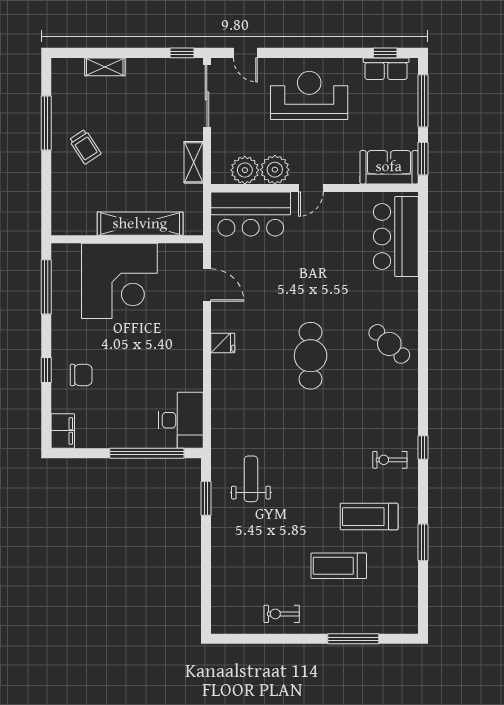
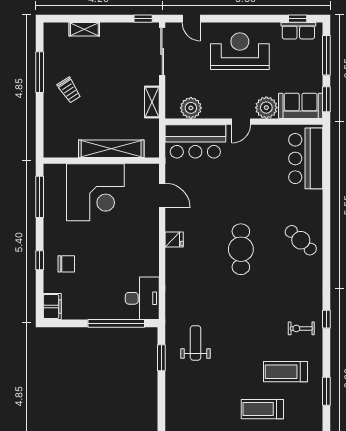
plant: (275, 170) -> (266, 108), moved

